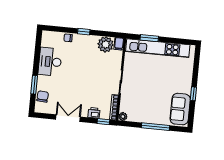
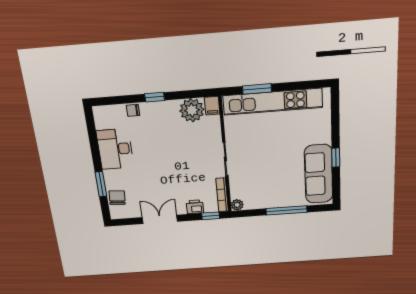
sofa: (180, 109) -> (319, 174), width x1.36

